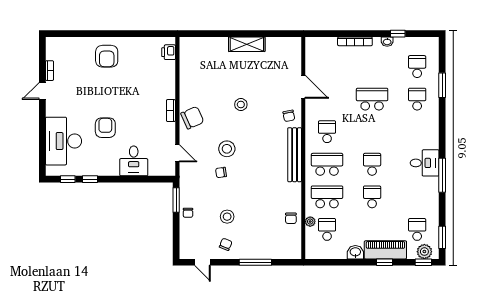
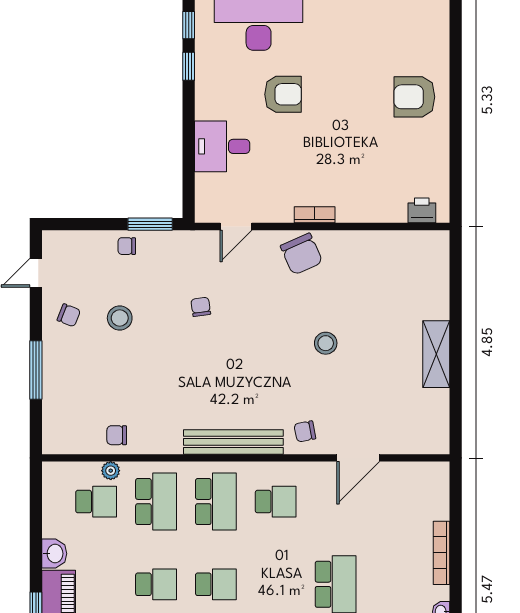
stool: (227, 149) -> (244, 318), removed

